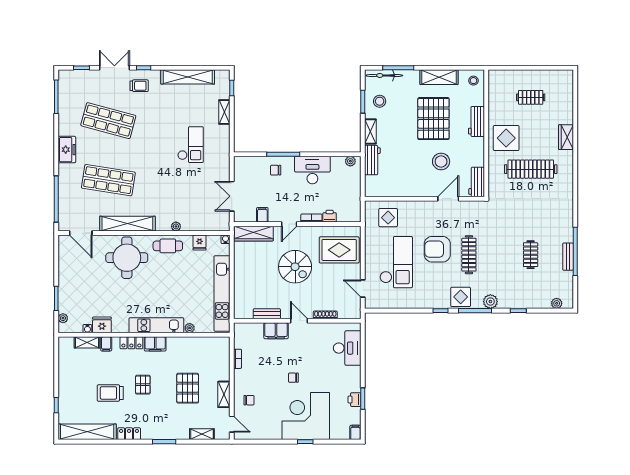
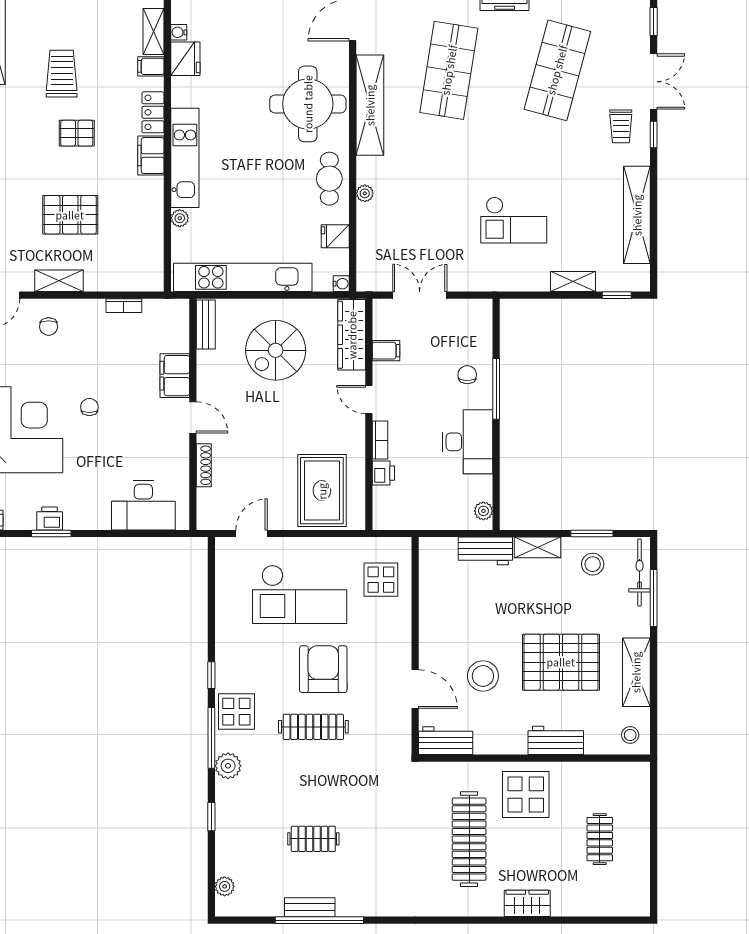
spiral stairs: (295, 267) -> (276, 350), moved
bench: (267, 314) -> (206, 325), moved
door: (299, 321) -> (193, 417), hinge flipped

